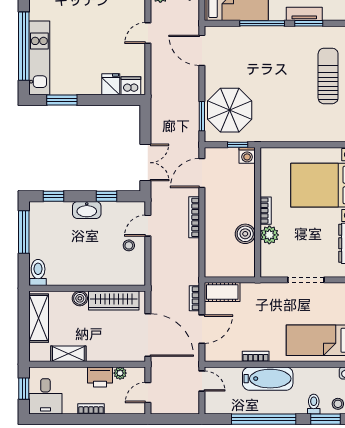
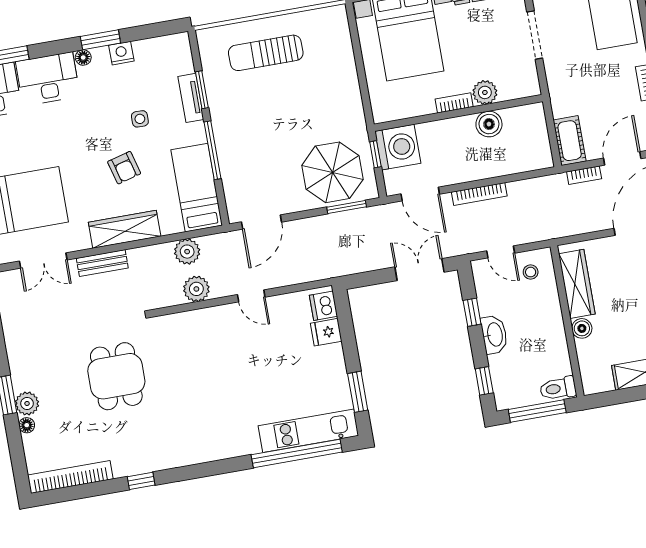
washing machine: (247, 155) -> (398, 147), width x1.89, depth x1.89
toilet: (38, 273) -> (558, 388), moved
wall: (87, 288) -> (567, 321), moved
boiler: (80, 298) -> (582, 328), moved
wardrobe: (114, 301) -> (577, 284), moved
door: (202, 329) -> (622, 158), hinge flipped

